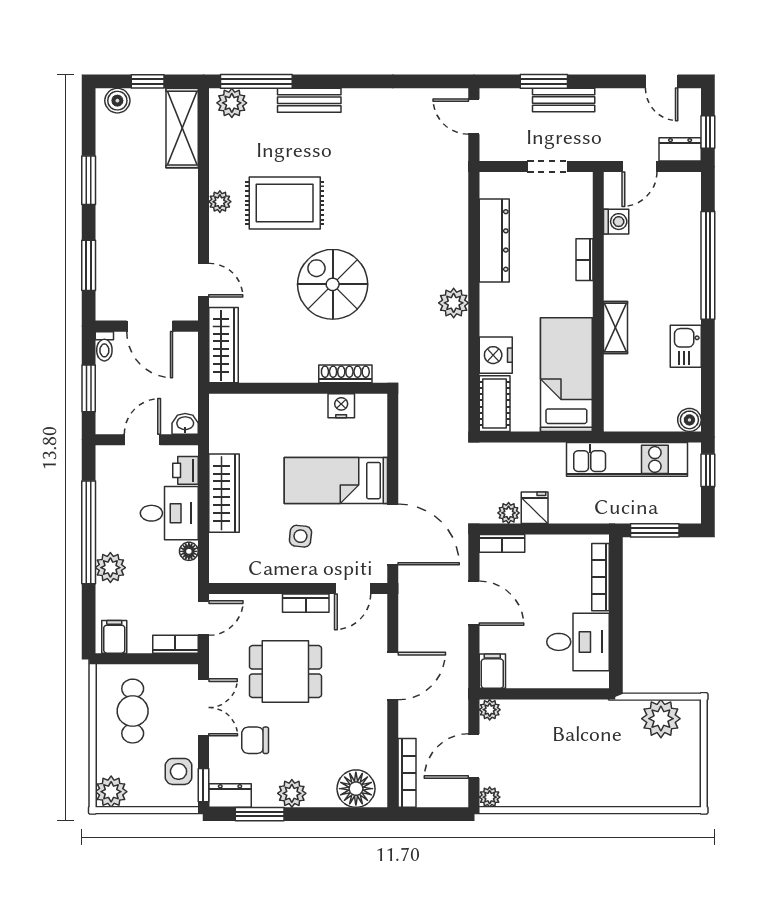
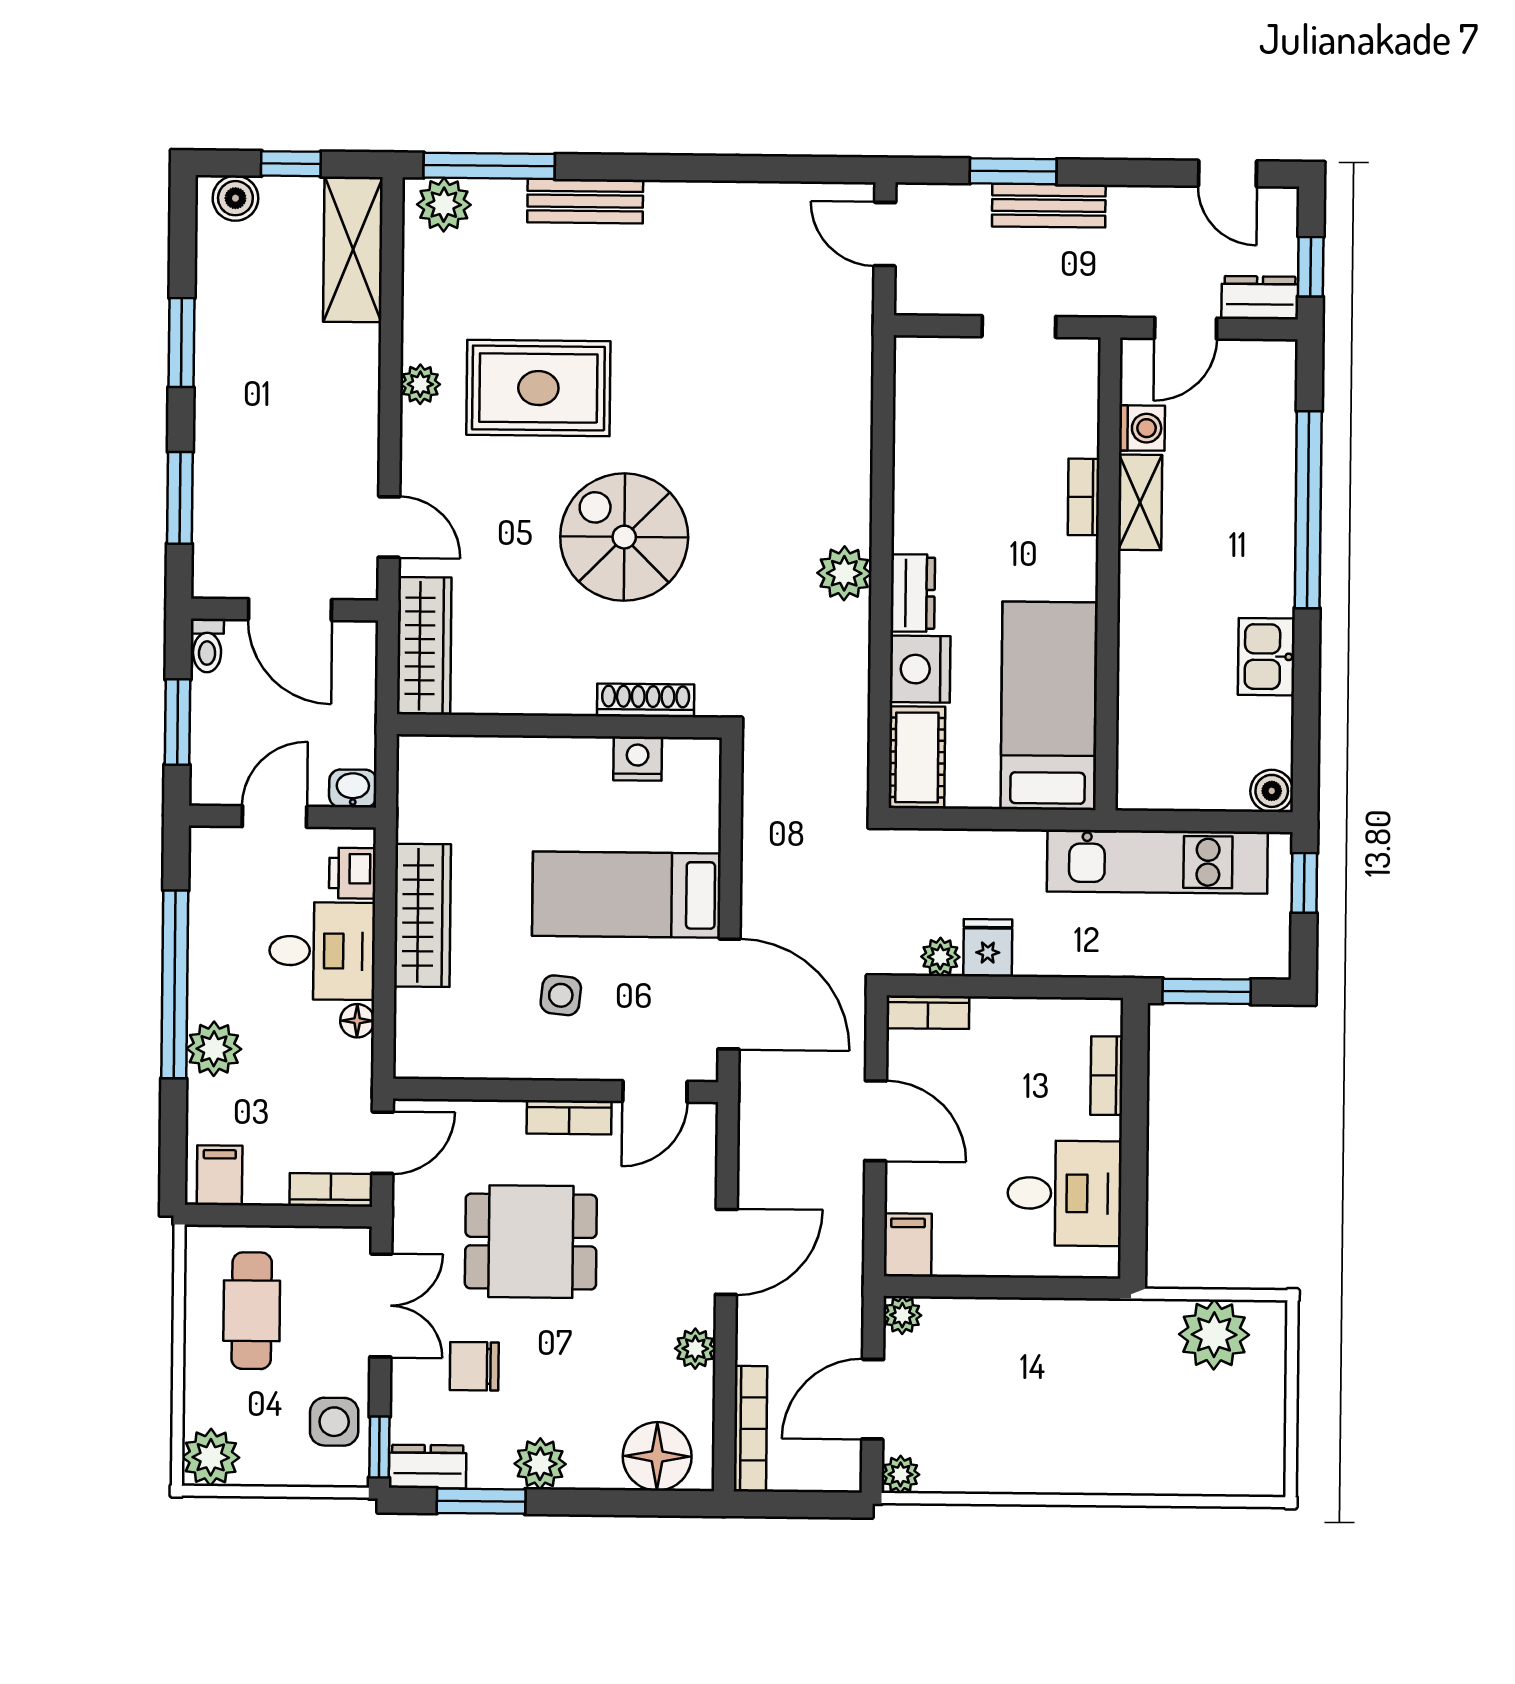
dresser: (494, 240) -> (913, 593), moved, width x0.51, depth x0.80
shelving: (616, 328) -> (1140, 502), moved
bookcase: (600, 577) -> (1107, 1076), width x0.64
plant: (376, 729) -> (695, 1349), added

